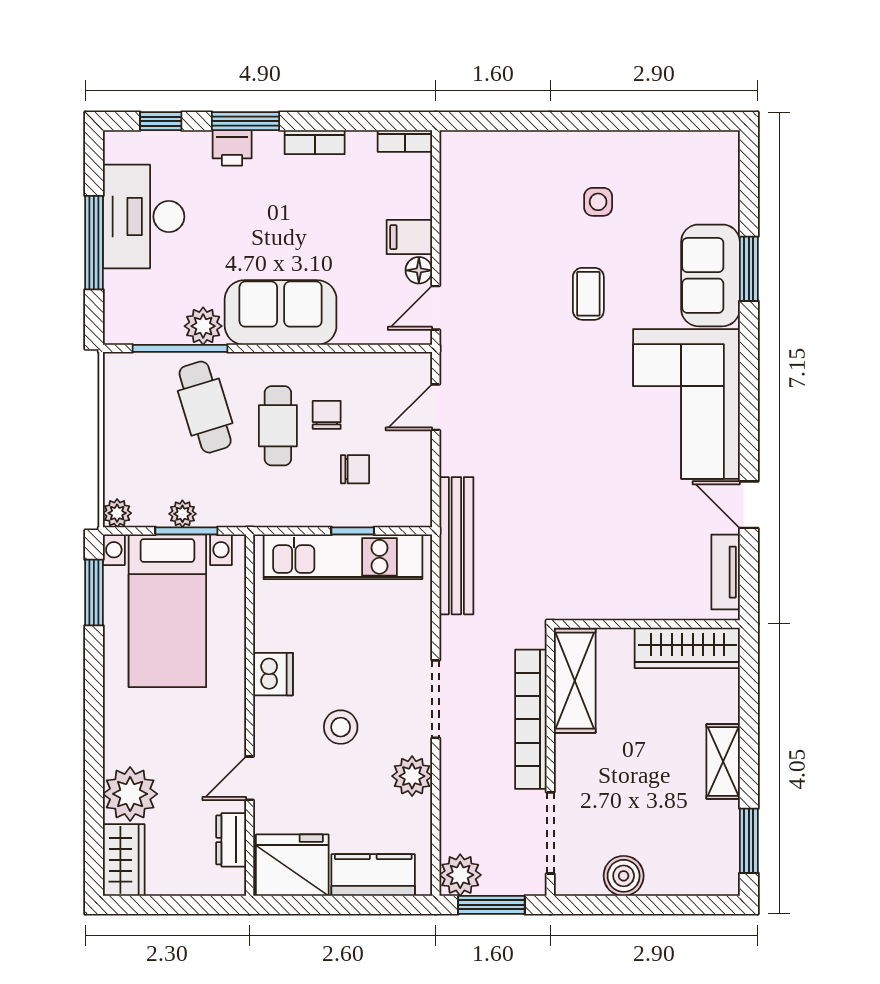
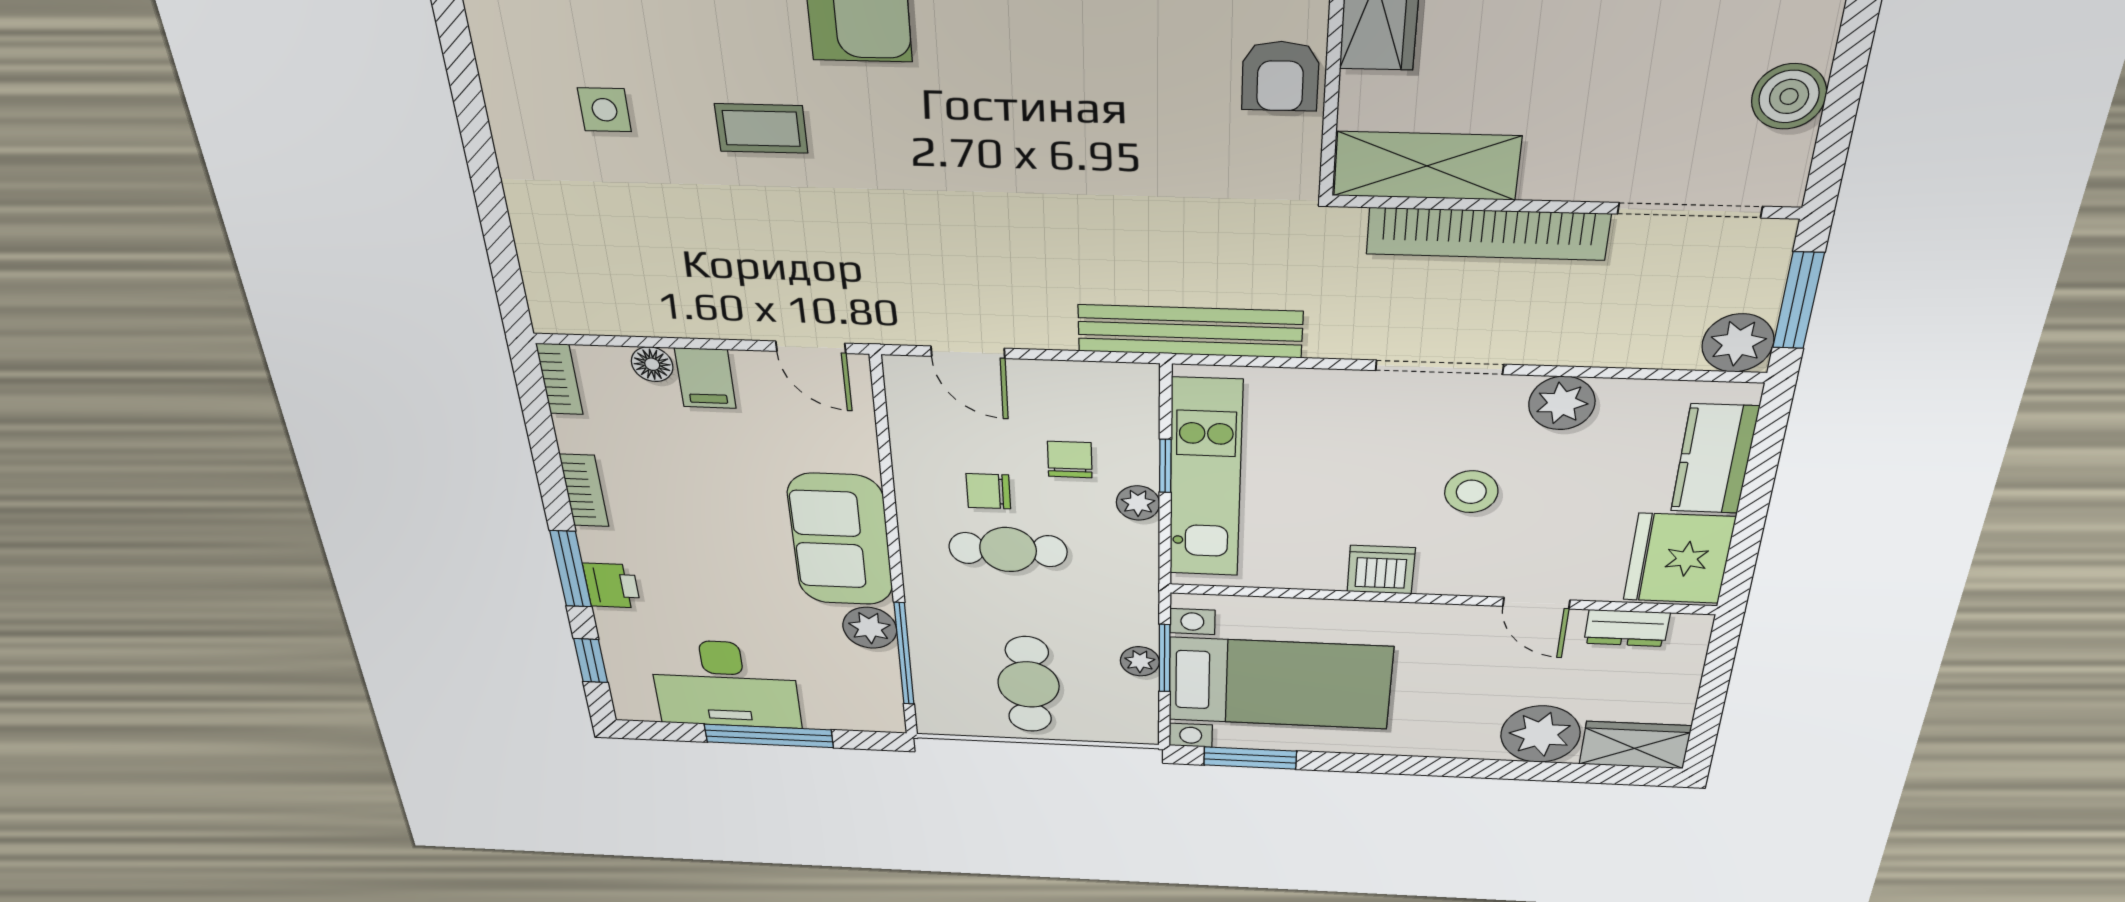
floor lamp: (419, 270) -> (652, 364), moved
cafe table: (205, 407) -> (1028, 685), moved, turned -73
plant: (117, 513) -> (1138, 503), moved
armchair: (629, 595) -> (1280, 76), added

